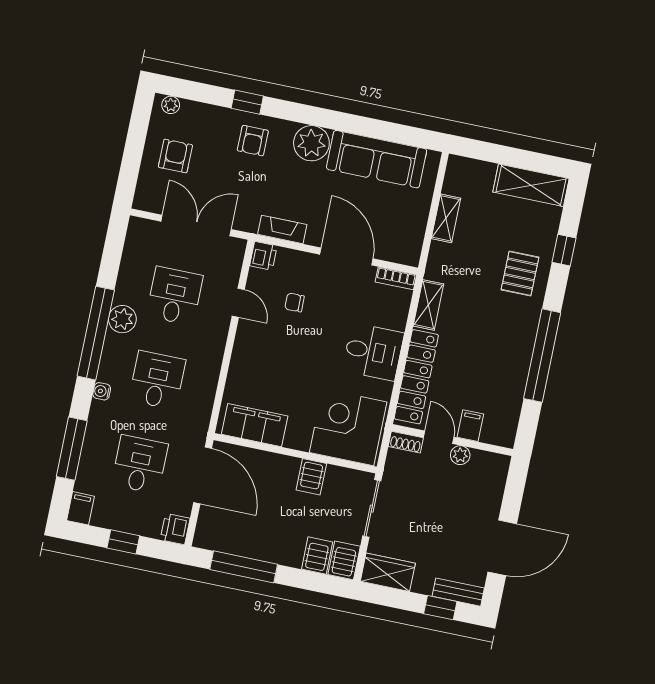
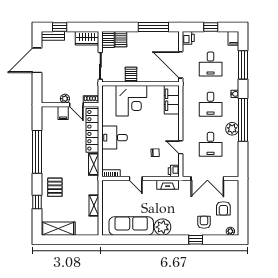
armchair: (253, 141) -> (204, 222), moved
door: (346, 257) -> (136, 179), width x0.53
filing cabinet: (255, 425) -> (172, 100), moved, turned 90
corner desk: (348, 427) -> (131, 101), moved

